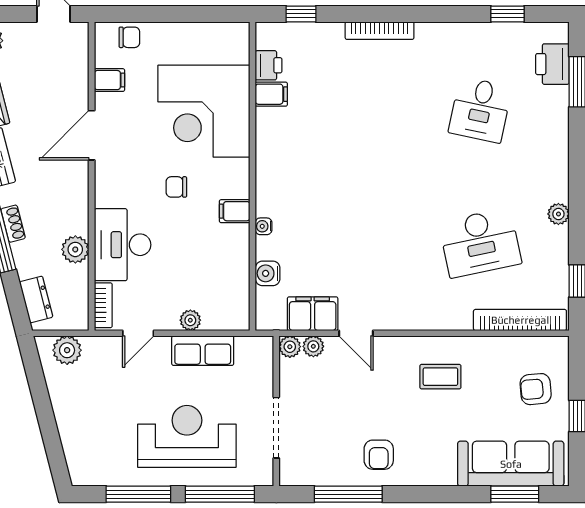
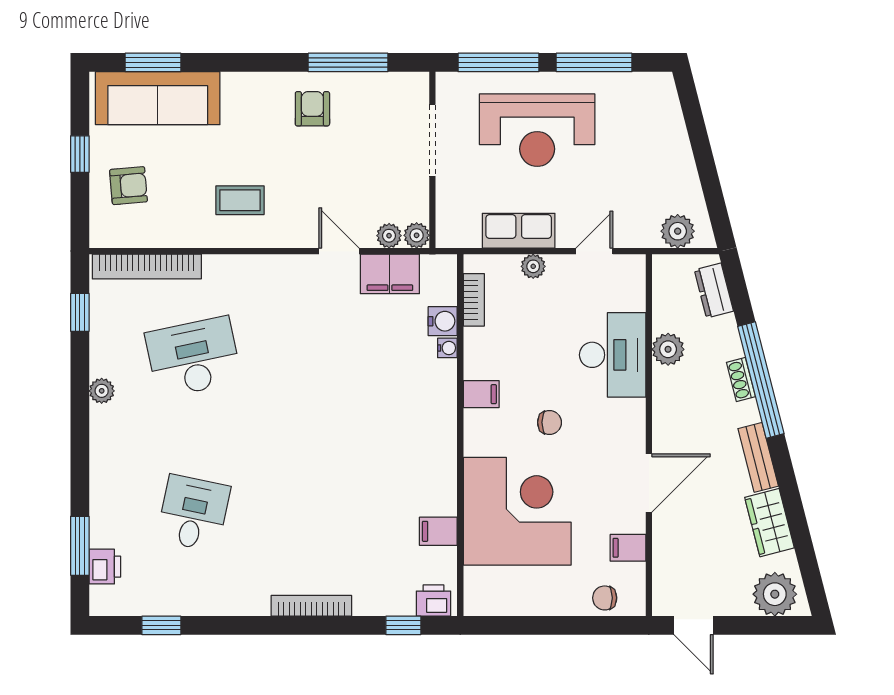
printer: (552, 64) -> (105, 567), width x0.73, depth x0.81
printer: (269, 65) -> (434, 600), moved, turned 90
water cooler: (264, 226) -> (447, 348), moved
bookcase: (103, 305) -> (474, 300), moved, turned 180

